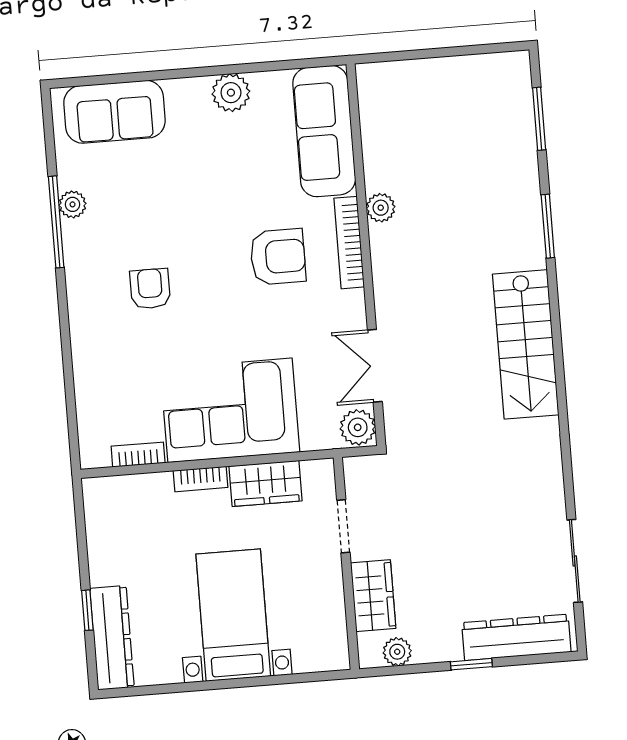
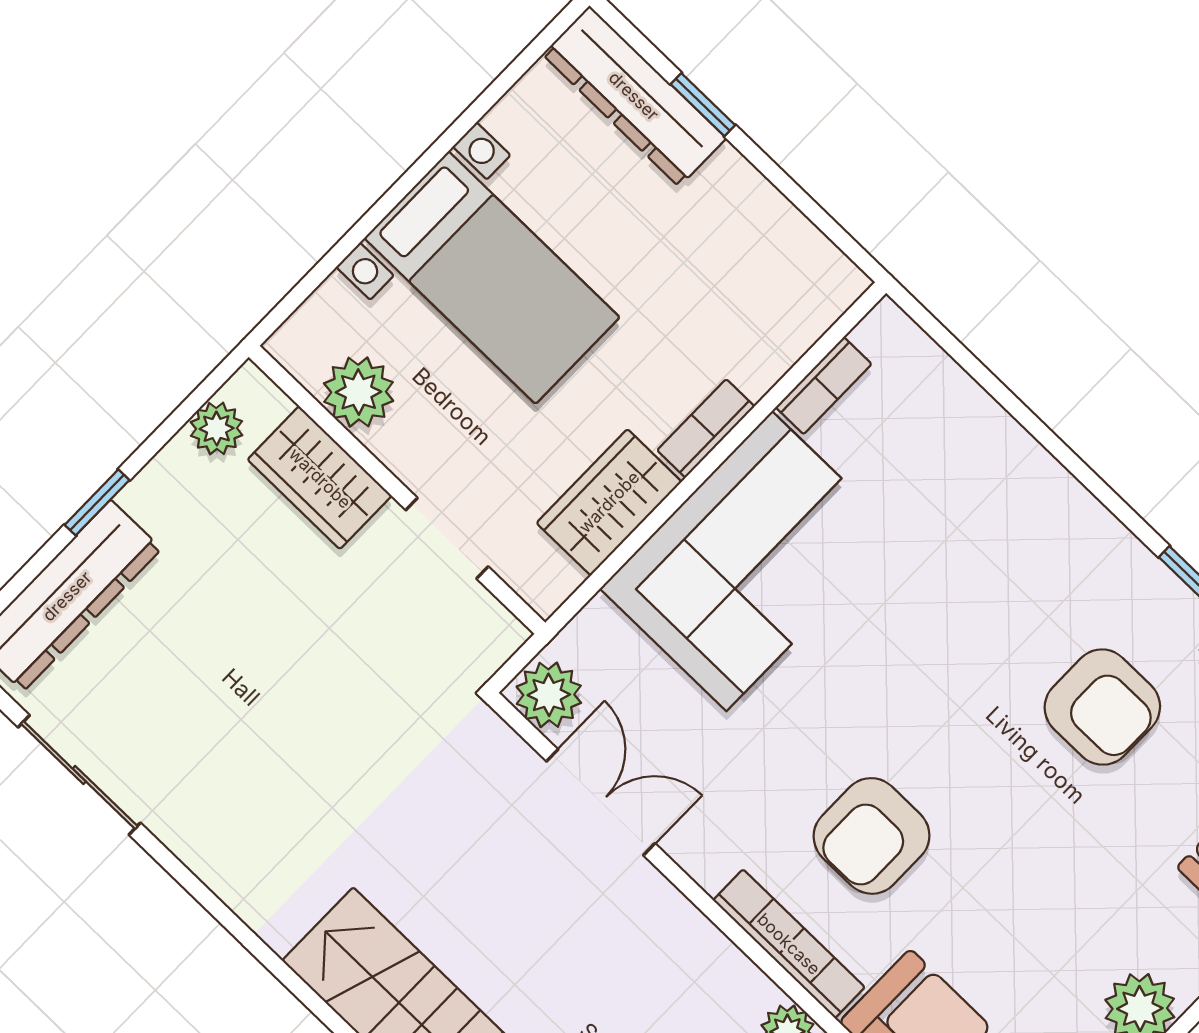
armchair: (150, 289) -> (1102, 707), moved, width x1.38, depth x1.38
plant: (327, 616) -> (359, 392), added

